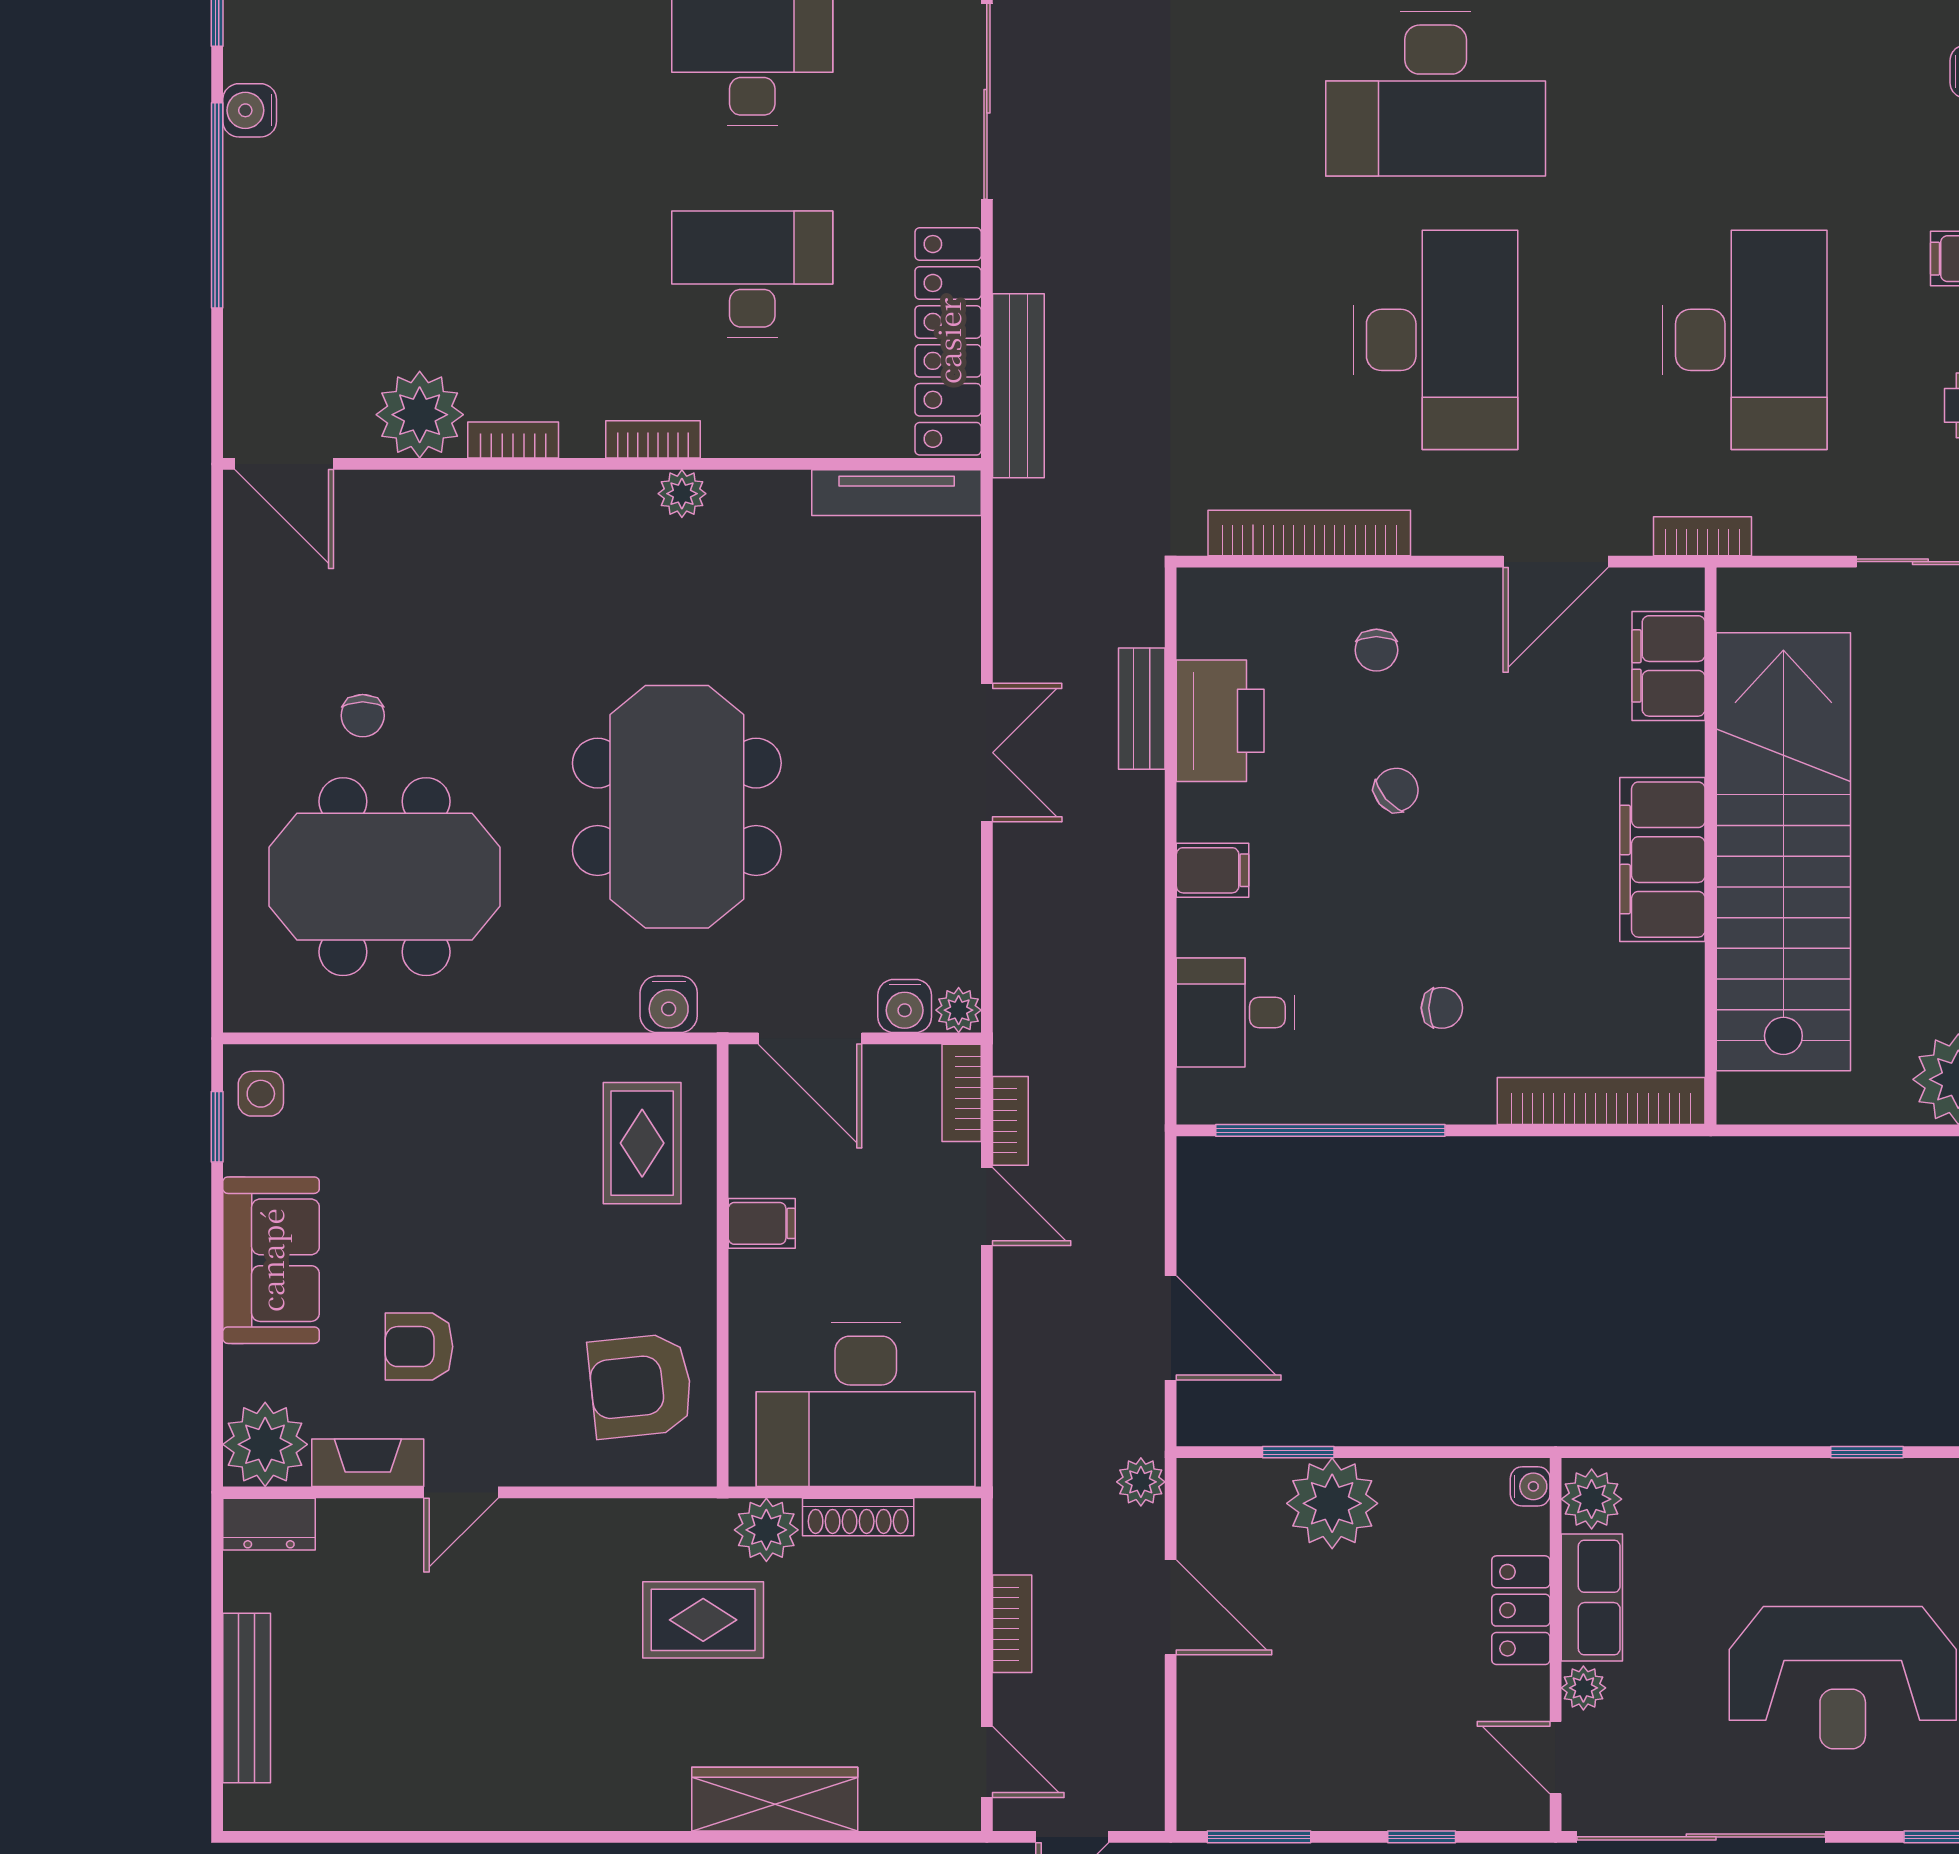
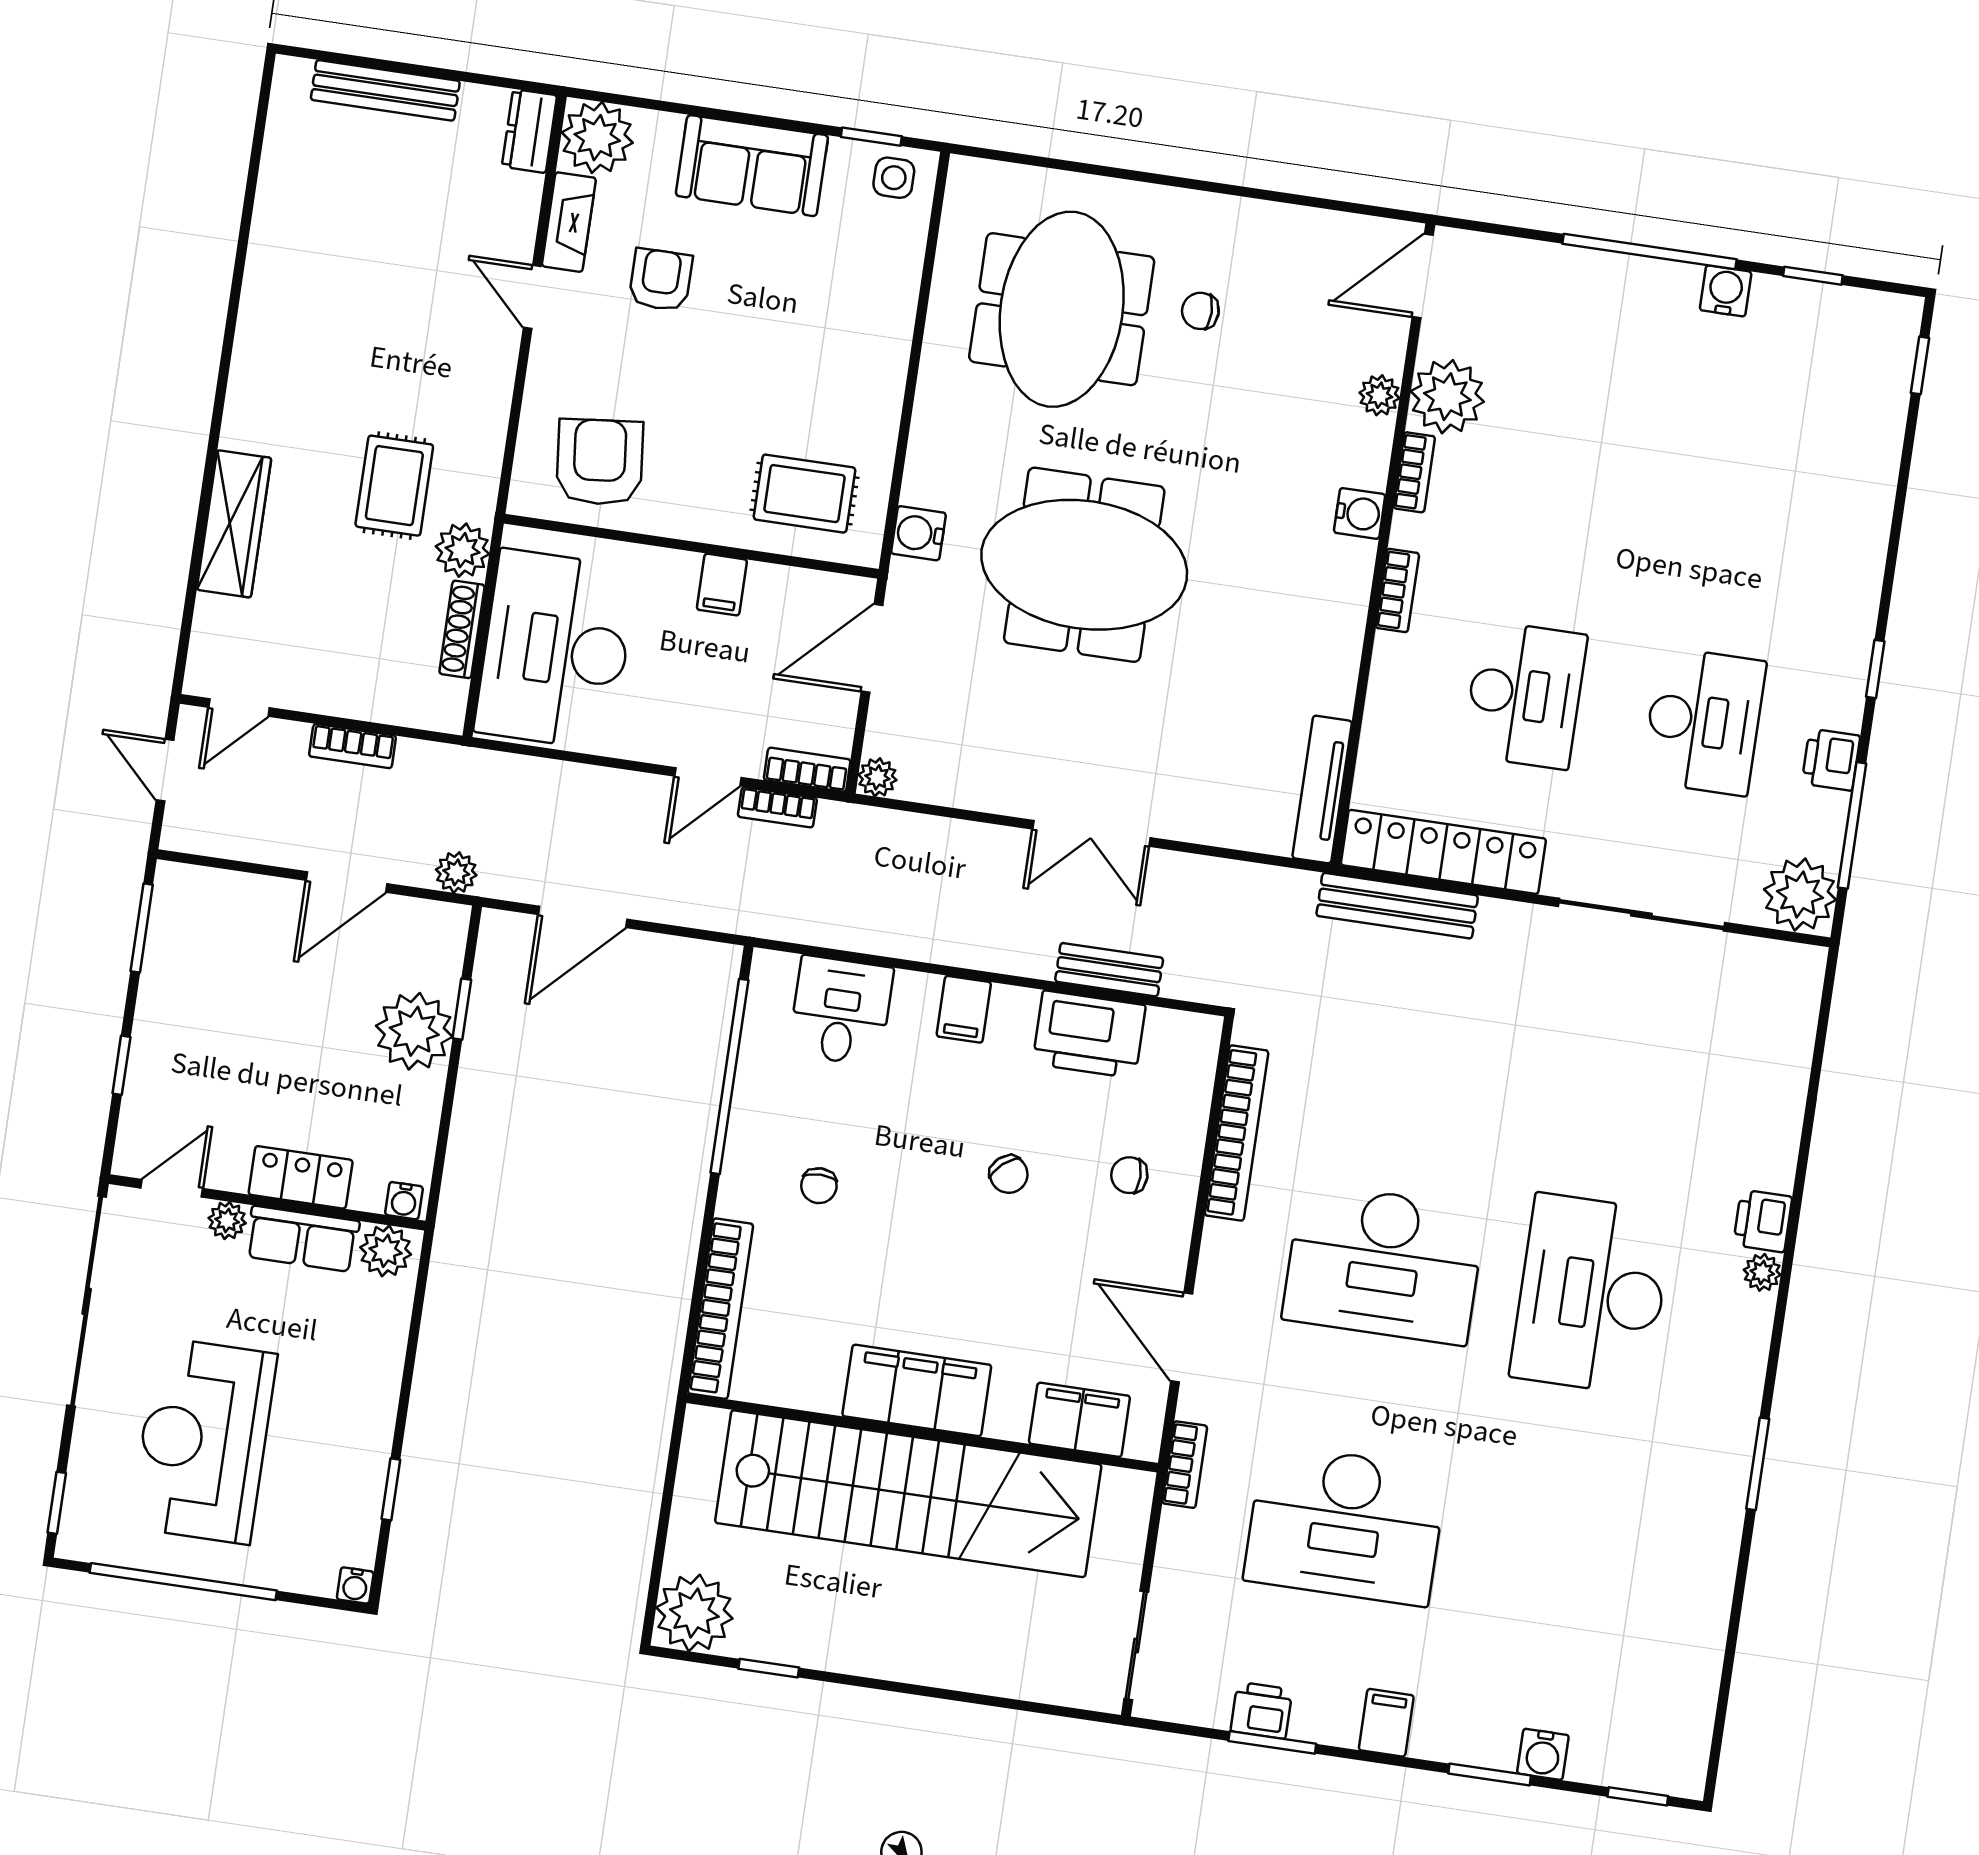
plant: (682, 494) -> (1379, 395), moved
water cooler: (905, 1006) -> (1360, 513), moved, turned 180

